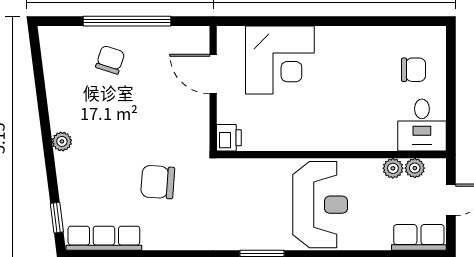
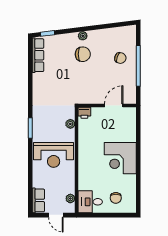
corner desk: (280, 60) -> (120, 158), moved
plant: (393, 168) -> (70, 124), moved
chair: (158, 182) -> (83, 54), moved, turned 86

